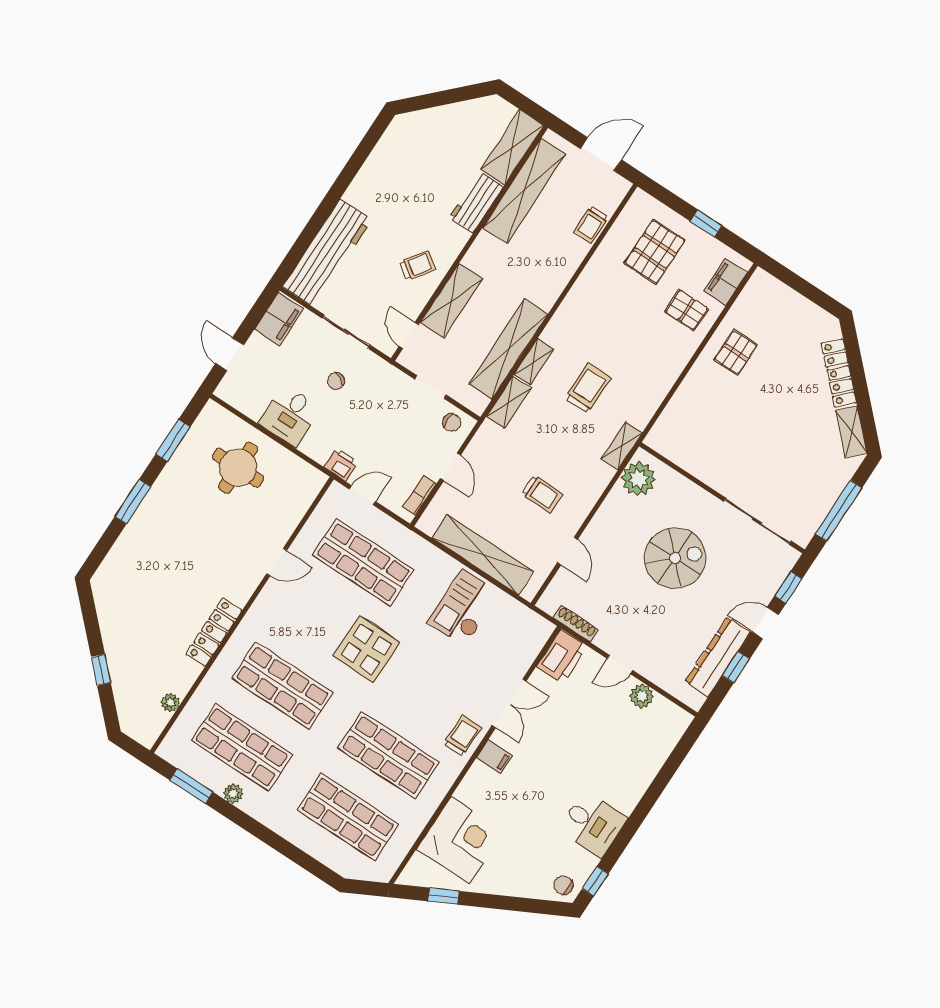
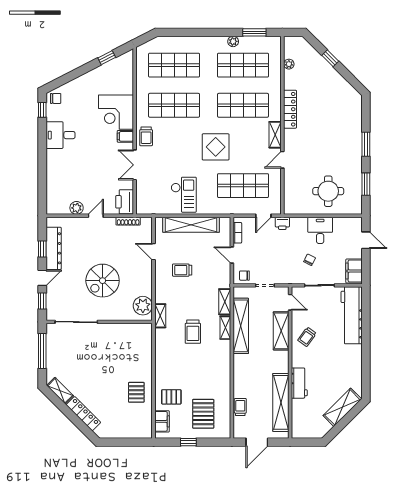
shelving: (512, 147) -> (342, 407), moved, turned 45
shelving: (263, 608) -> (275, 135), added
corner desk: (460, 840) -> (116, 112), moved

